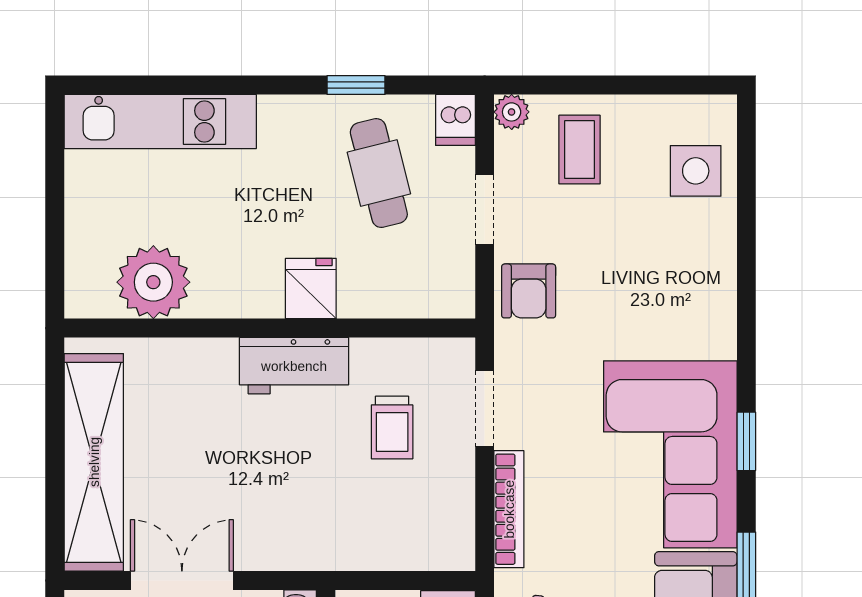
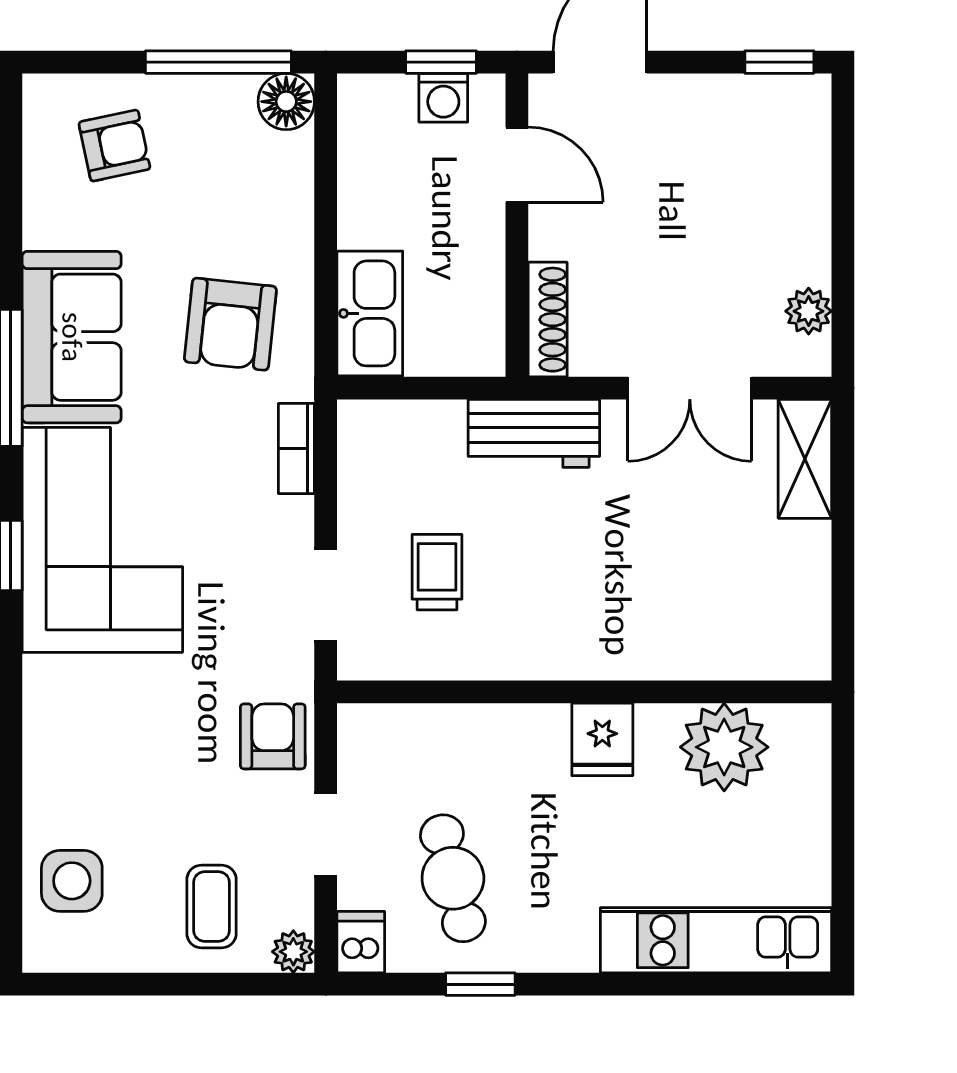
fridge: (311, 289) -> (602, 739), moved
workbench: (294, 366) -> (534, 433), moved, turned 180
shelving: (94, 462) -> (805, 459), width x0.45, depth x0.75
bookcase: (509, 509) -> (296, 449), width x0.64

